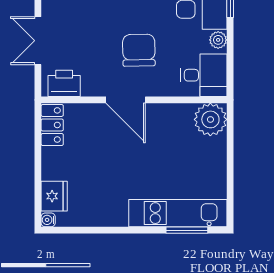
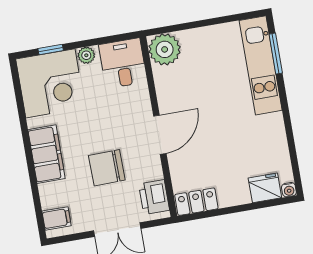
chair: (139, 50) -> (107, 168), moved

